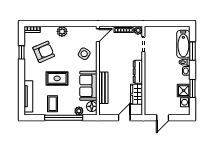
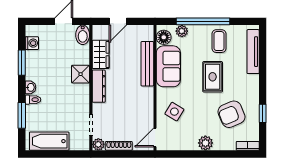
bathtub: (183, 44) -> (49, 141), moved, turned -90
rug: (57, 78) -> (213, 77), turned 90
shower: (184, 91) -> (81, 74), moved
bidet: (149, 108) -> (83, 35), added

